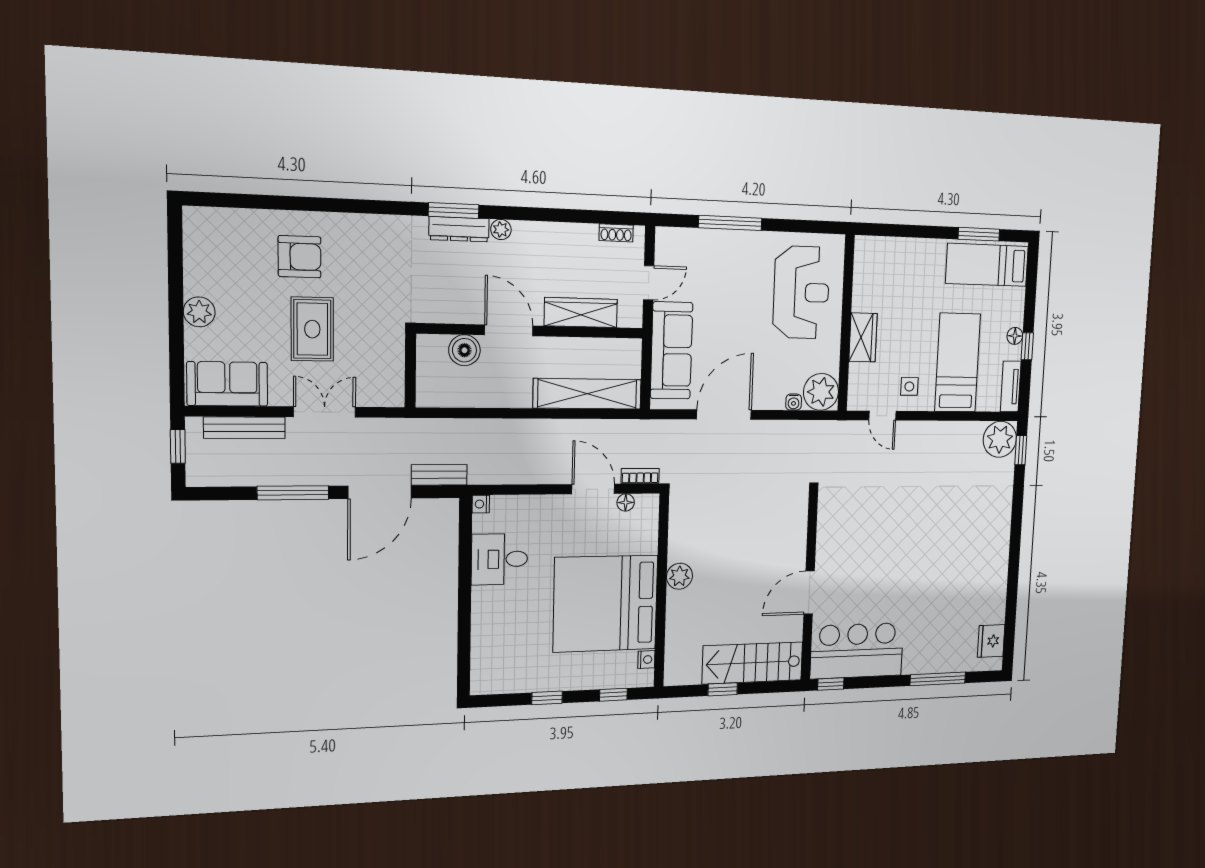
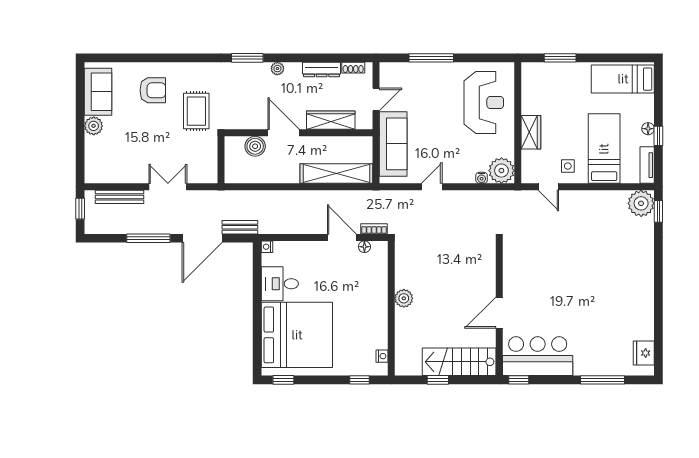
dresser: (459, 229) -> (322, 69), moved
window: (979, 234) -> (560, 58), moved
rug: (312, 329) -> (196, 111), moved
sofa: (227, 384) -> (98, 92), moved, turned 90
door: (724, 415) -> (432, 187), width x0.53
bed: (606, 604) -> (297, 335), moved, turned 180
window: (547, 698) -> (283, 380), moved

